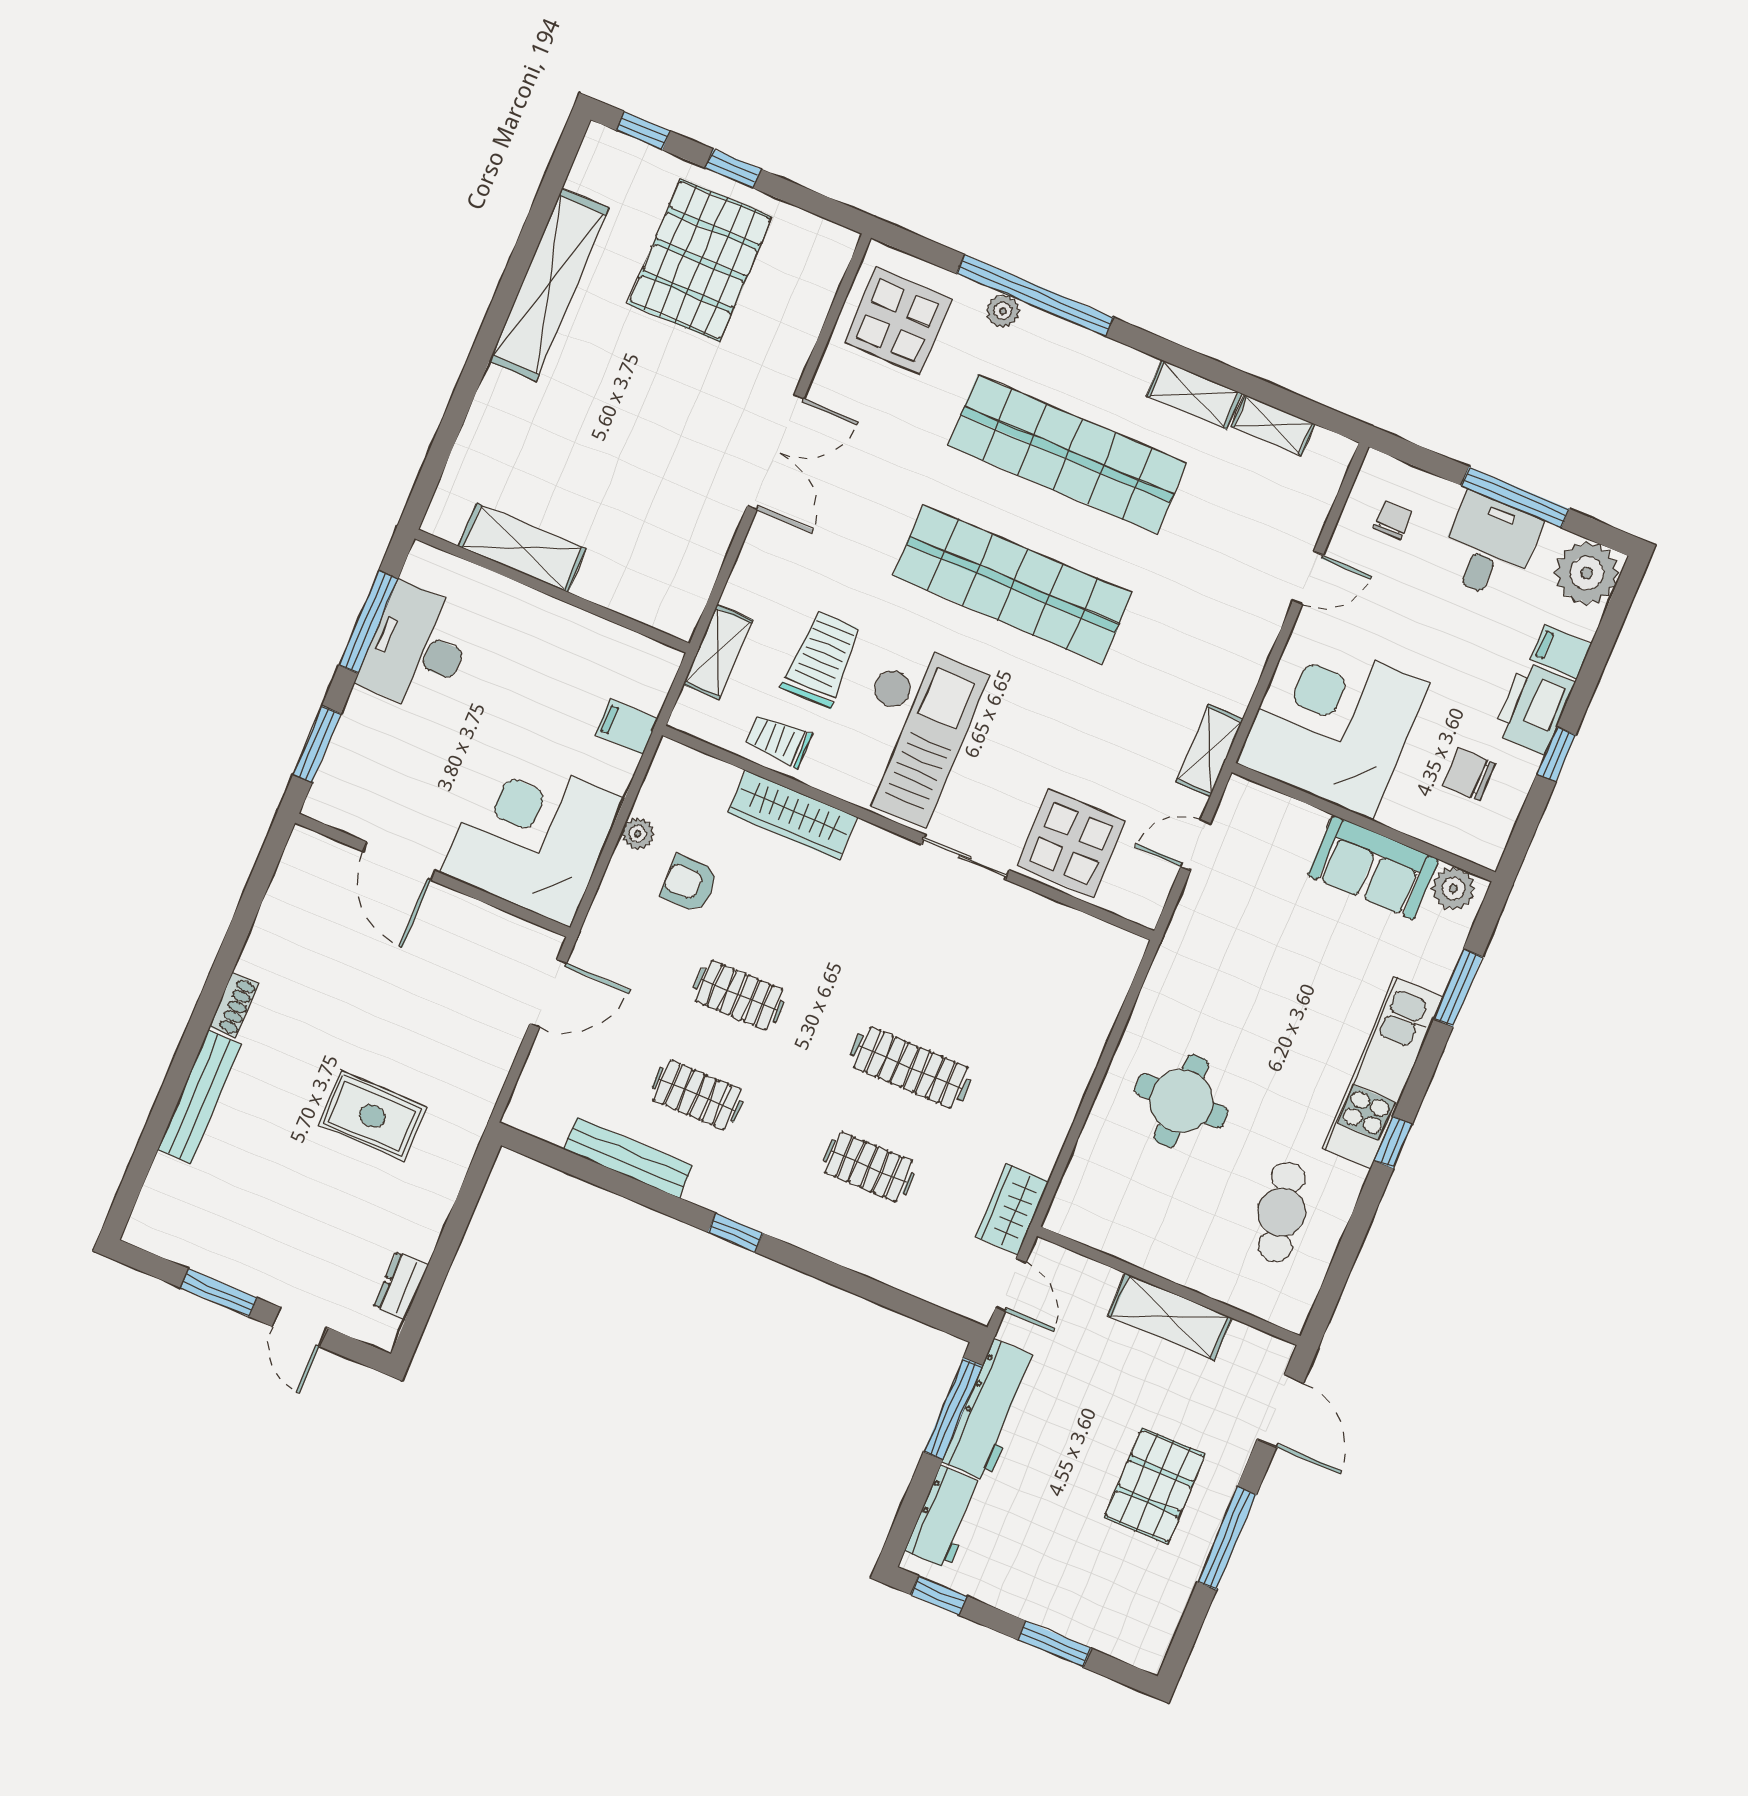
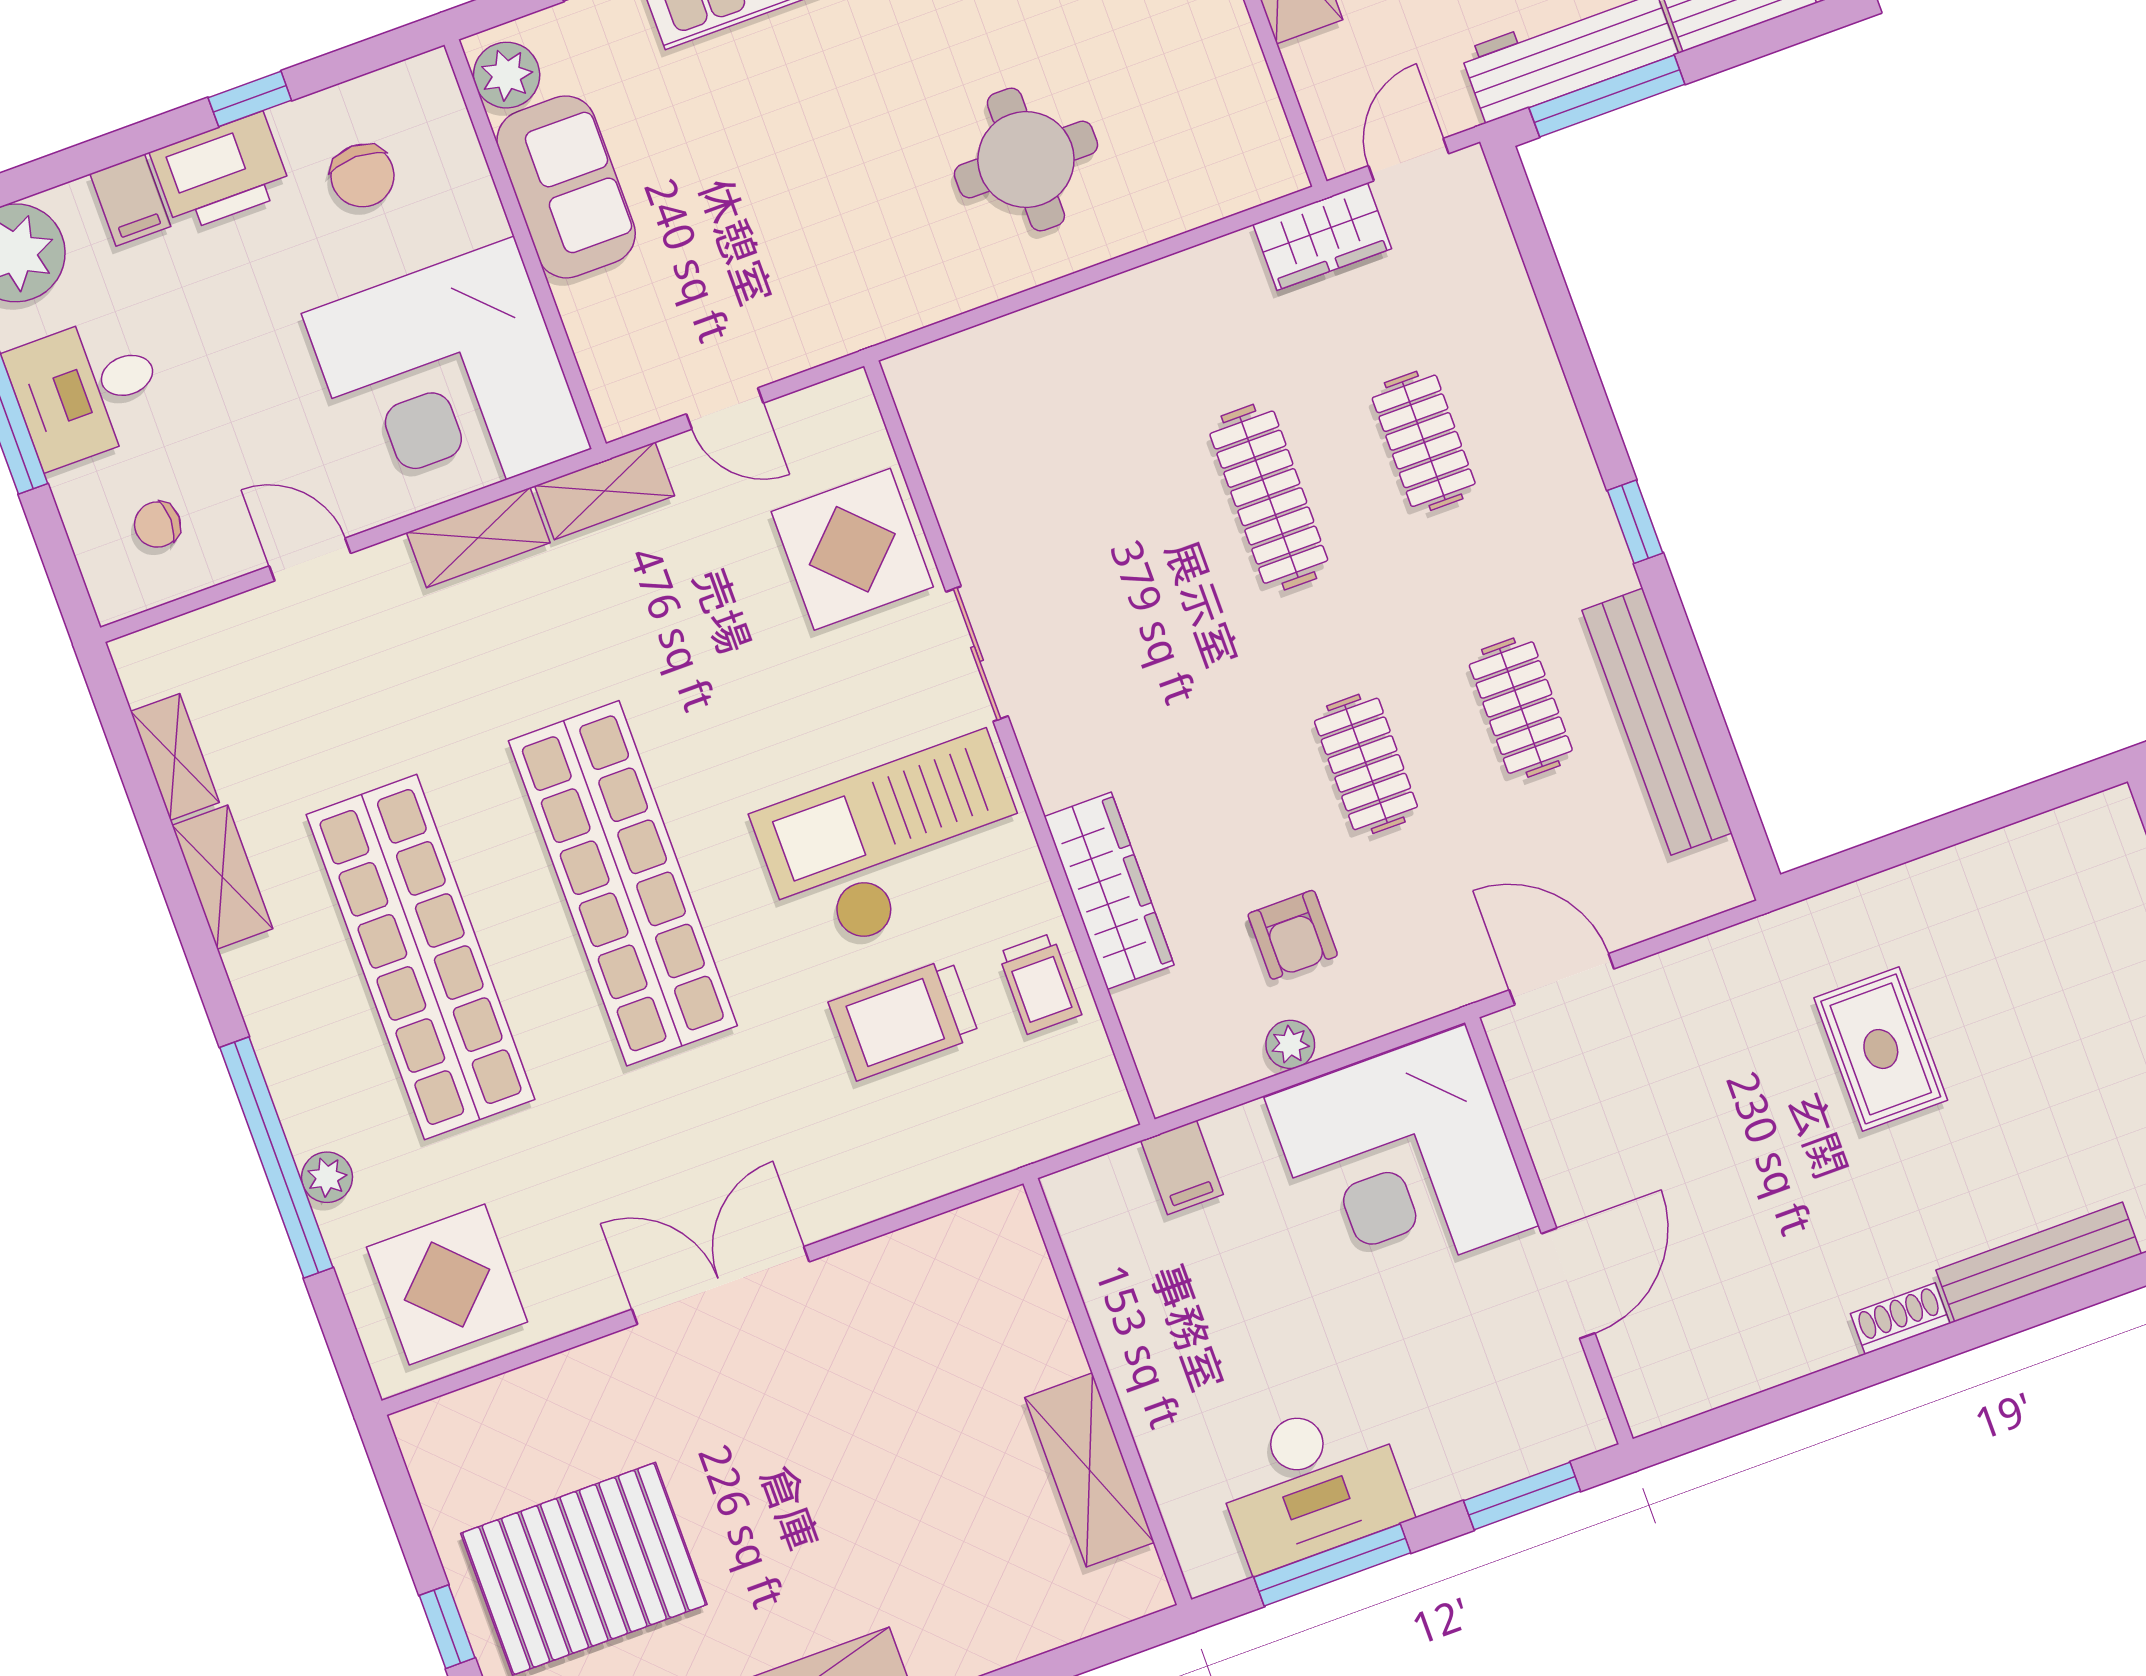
shelving: (718, 652) -> (478, 538), moved
bench: (628, 1158) -> (1657, 722), width x1.37, depth x1.21
dresser: (401, 1286) -> (2041, 841), removed

